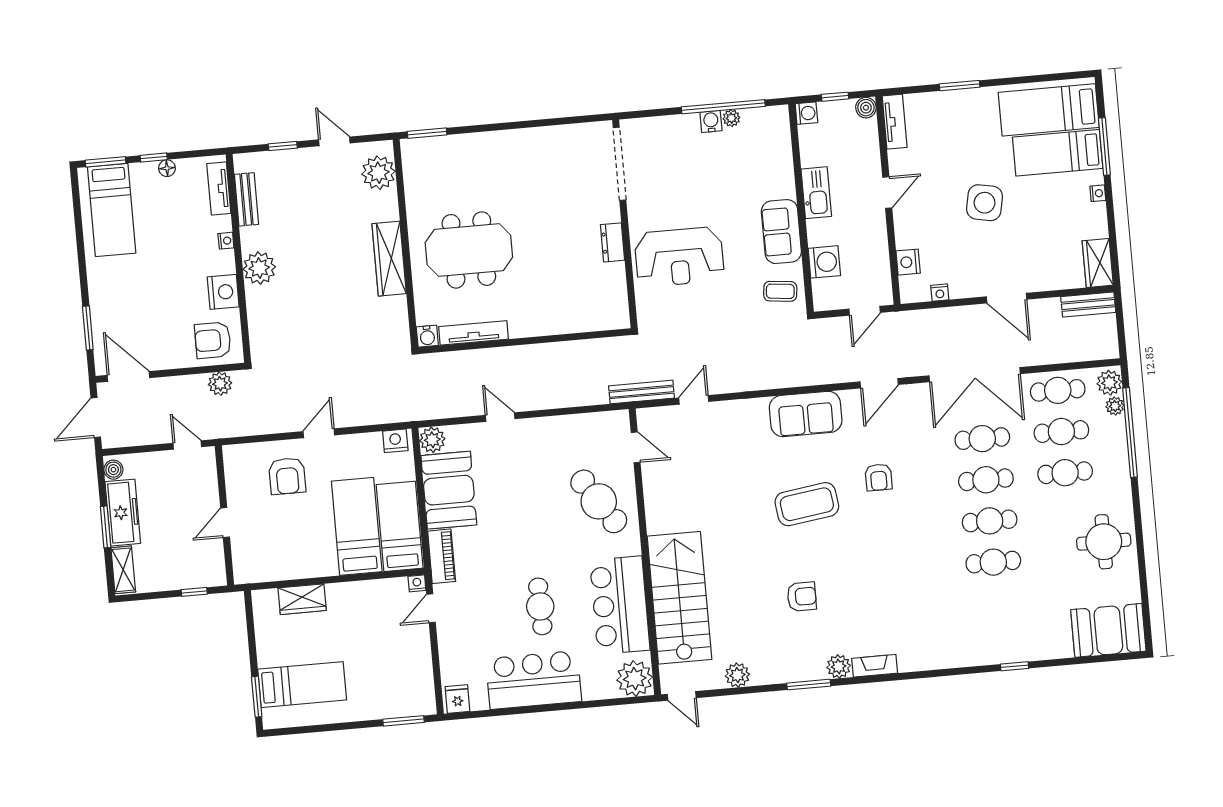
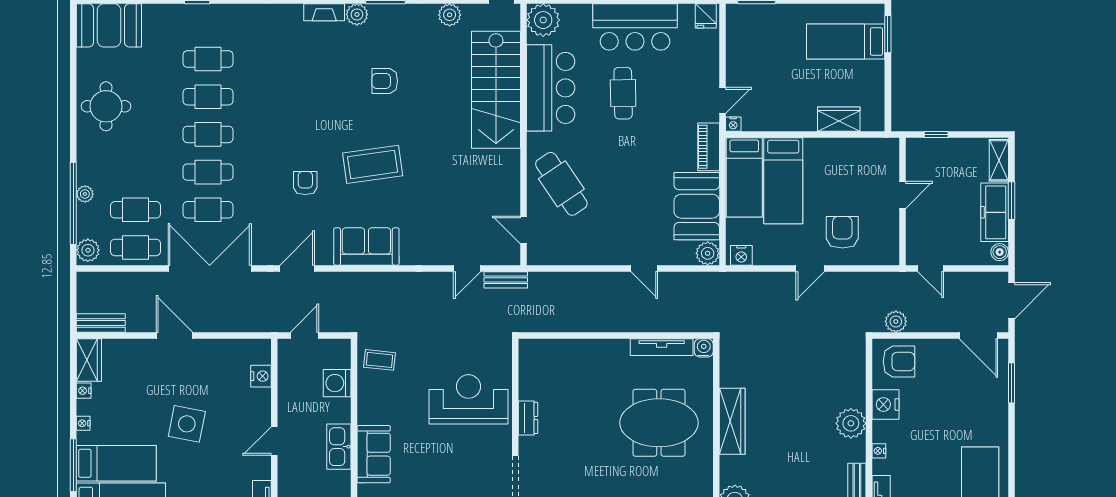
sofa: (781, 232) -> (374, 454), moved
nightstand: (940, 293) -> (84, 391), moved, turned -90
bench: (641, 392) -> (506, 280), width x0.73
plant: (1115, 406) -> (85, 194), moved
cafe table: (1065, 473) -> (208, 59), moved

